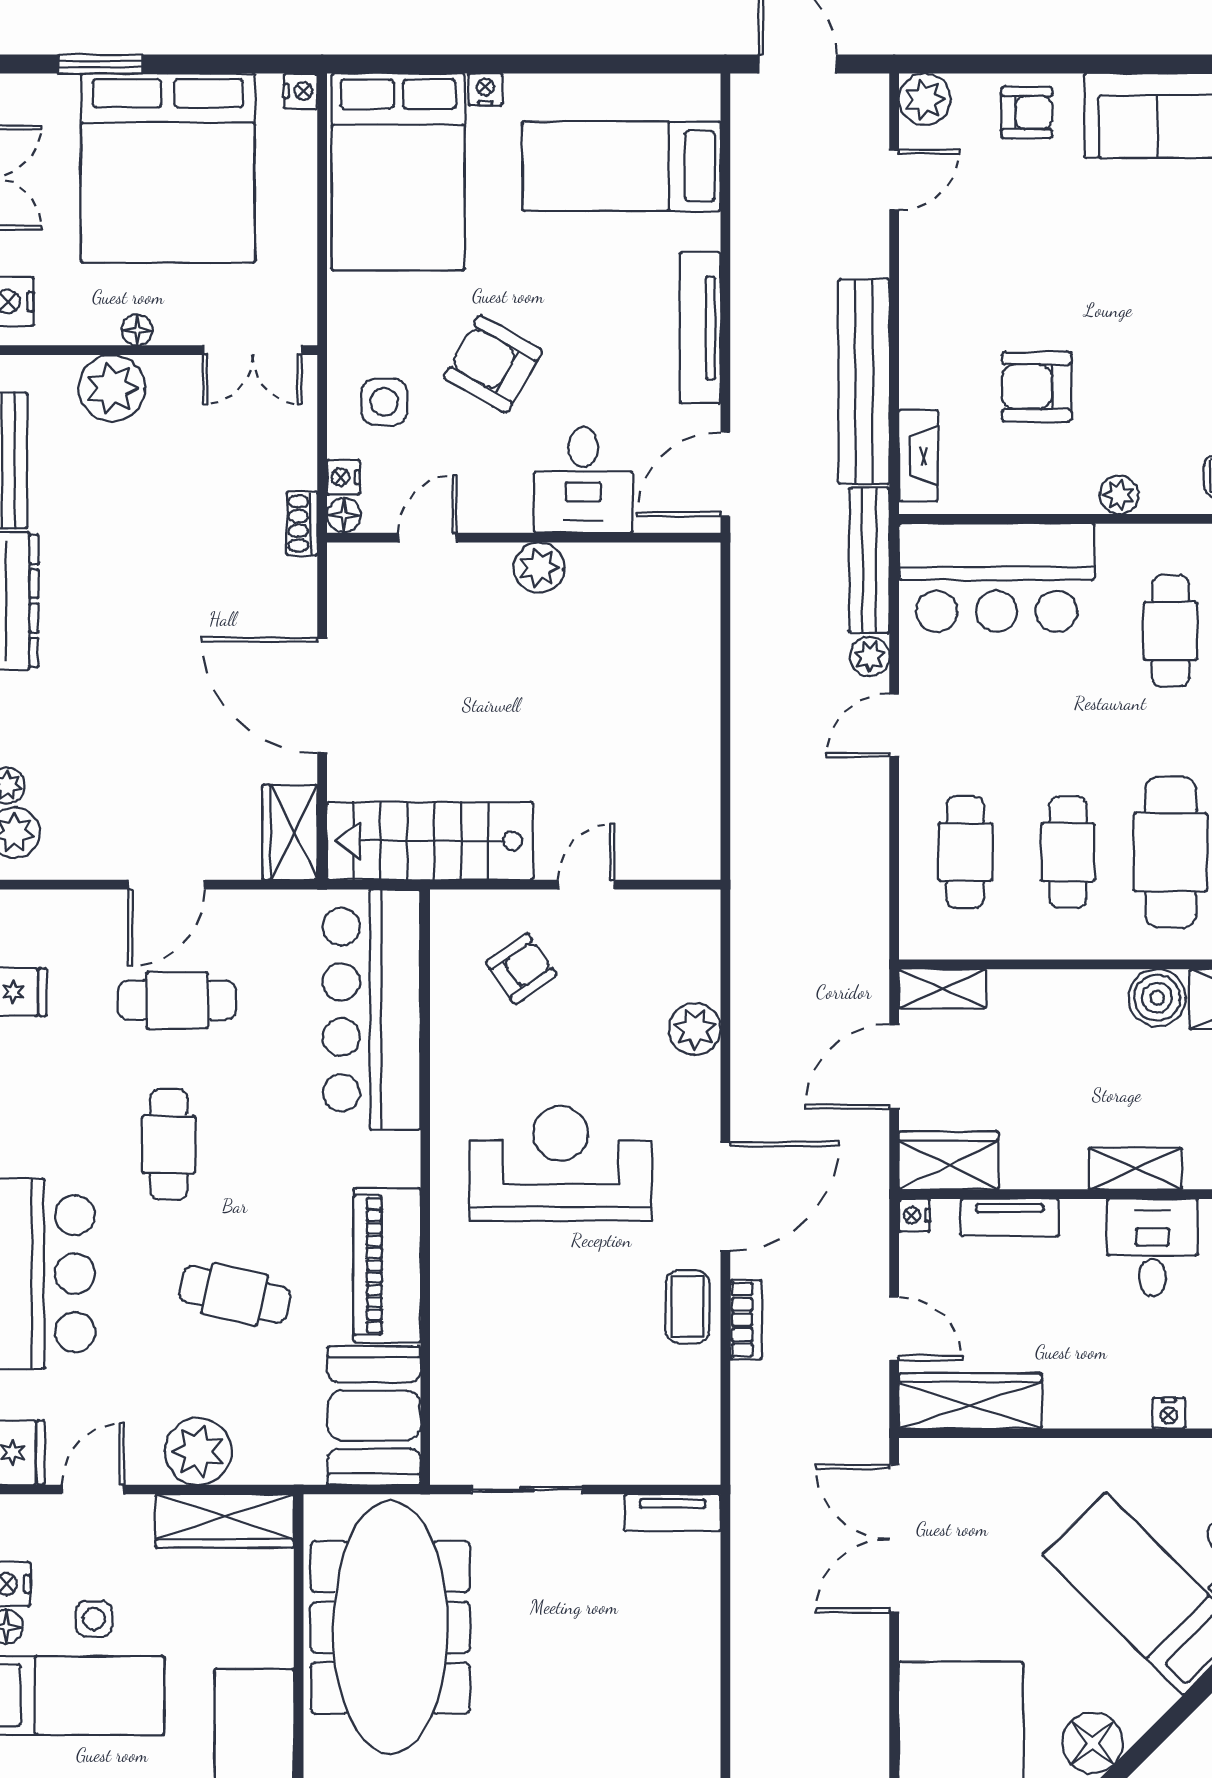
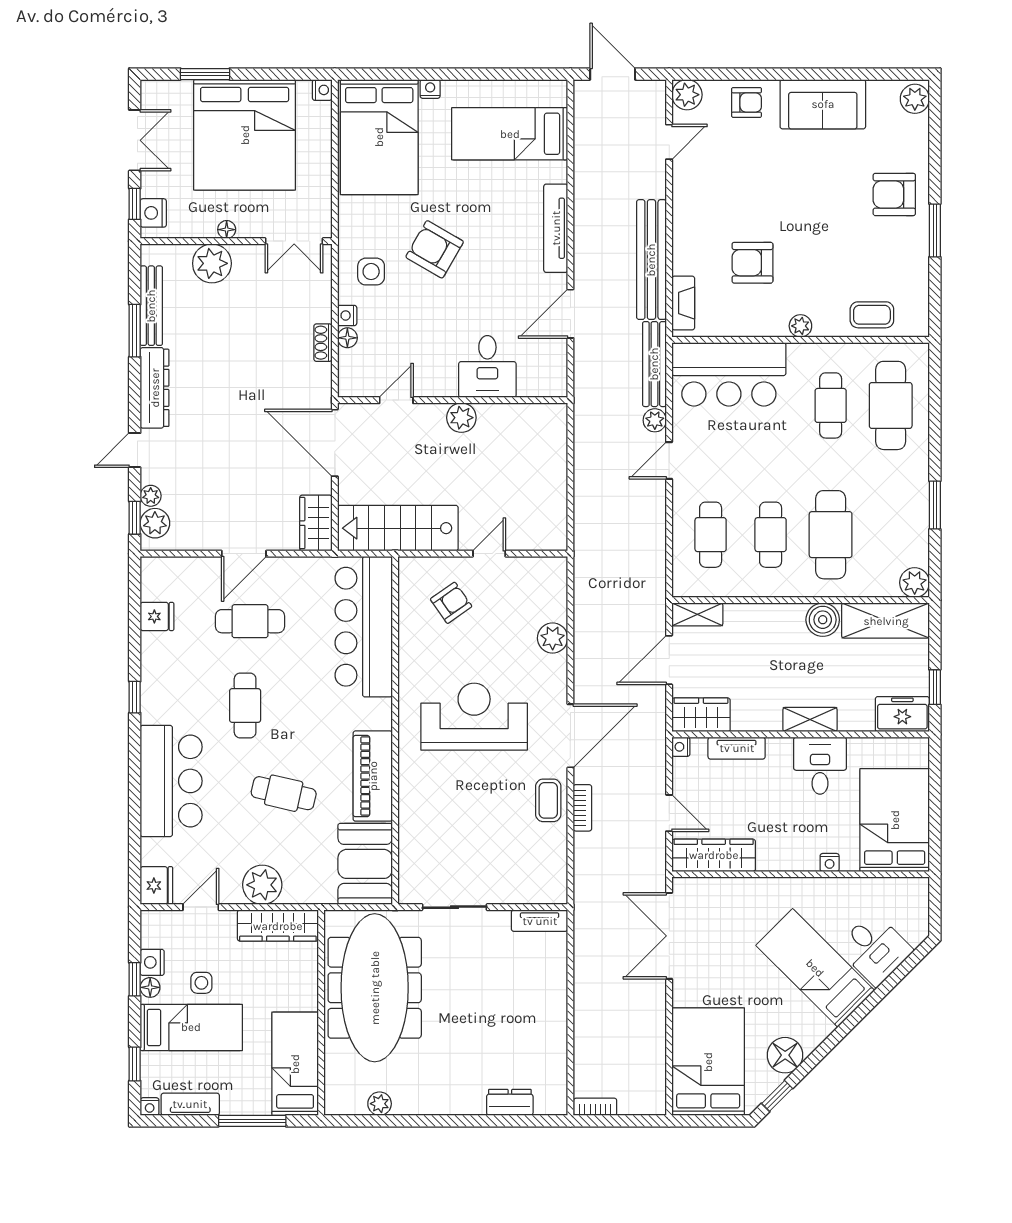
desk: (583, 480) -> (487, 366), moved
door: (427, 538) -> (396, 400), moved
wall: (524, 538) -> (453, 400), moved
plant: (539, 568) -> (461, 418), moved

